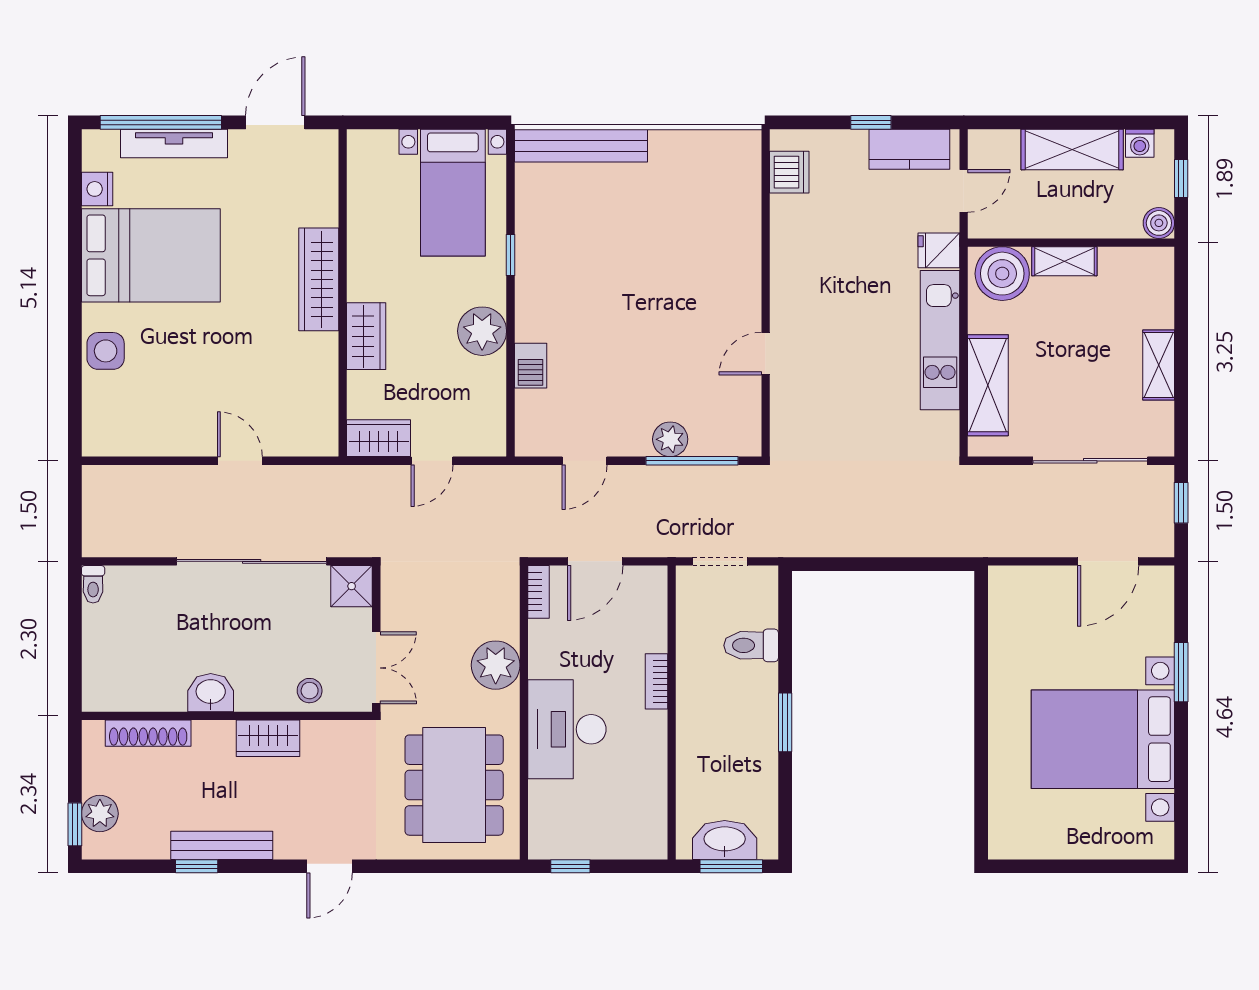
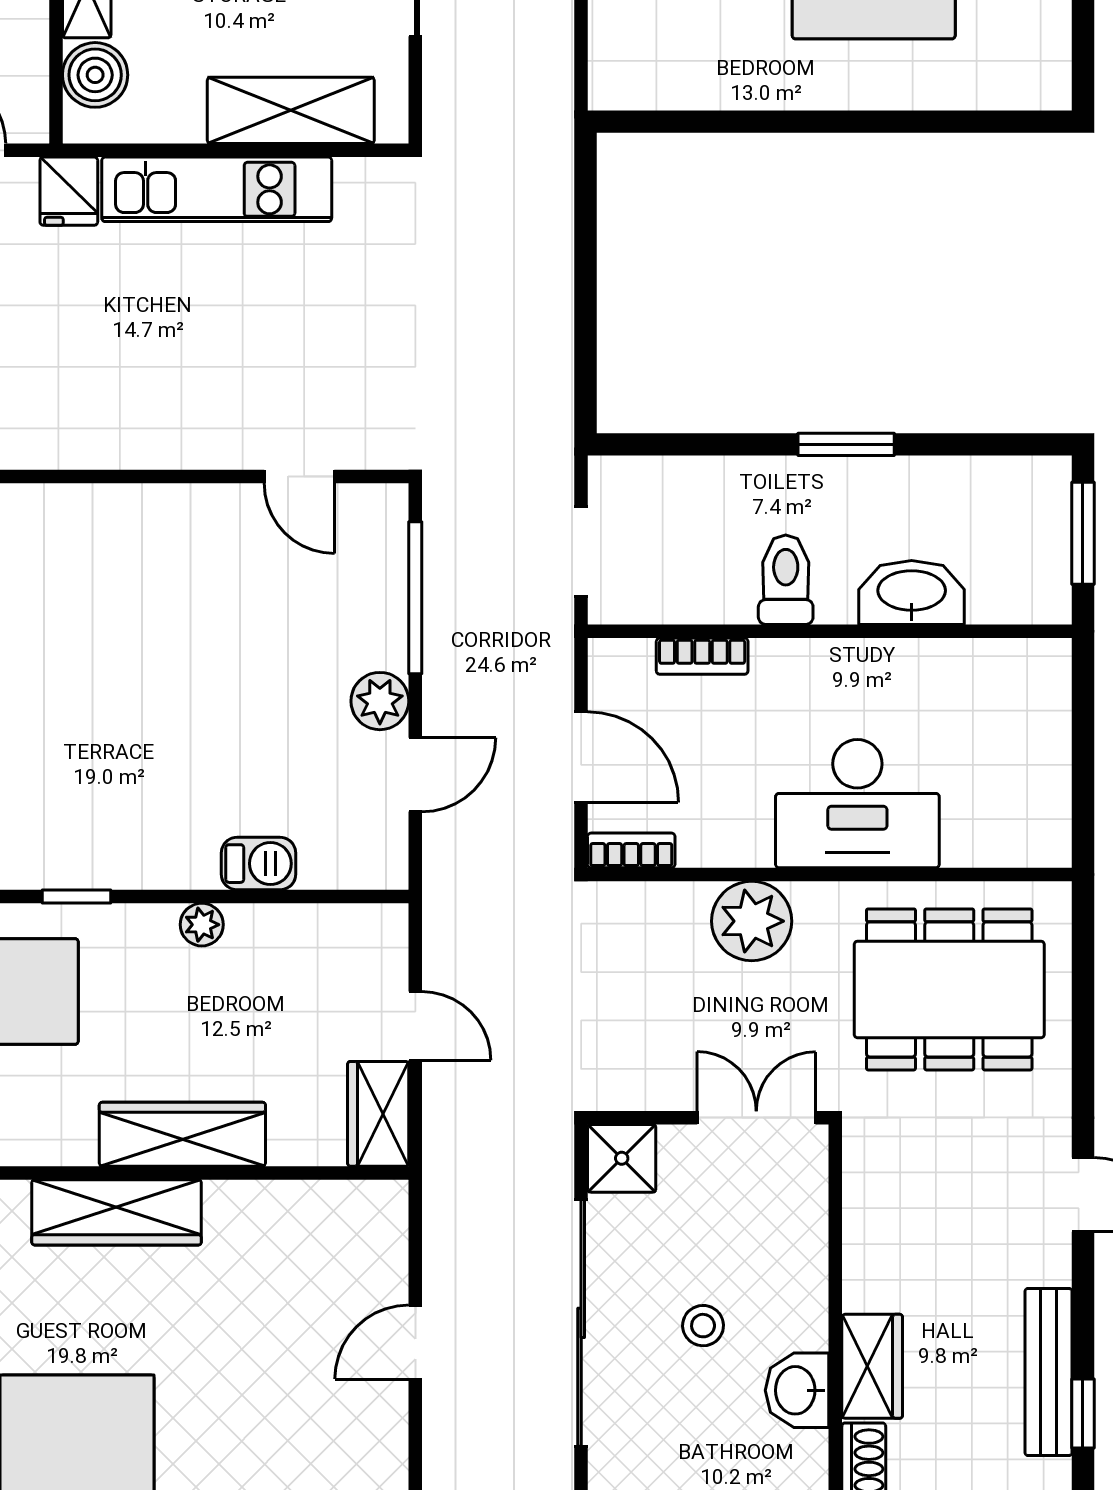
boiler: (1002, 274) -> (95, 75), width x0.73, depth x0.73
plant: (482, 331) -> (202, 925), width x0.53, depth x0.53
wardrobe: (366, 336) -> (182, 1134), width x1.50
door: (766, 354) -> (299, 476), moved
plant: (670, 439) -> (380, 701), moved
door: (585, 461) -> (415, 775), hinge flipped
toilet: (751, 645) -> (786, 580), moved, turned 180
bookcase: (657, 681) -> (702, 656), moved
stool: (310, 691) -> (703, 1326), moved
wardrobe: (268, 738) -> (872, 1366), moved
washbasin: (725, 840) -> (912, 592), moved, turned 90
window: (570, 866) -> (1083, 798), removed

